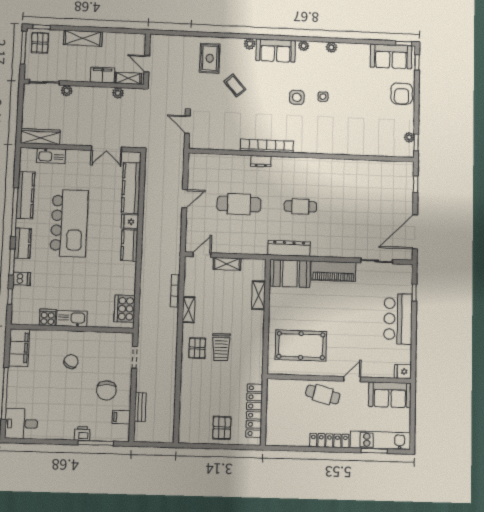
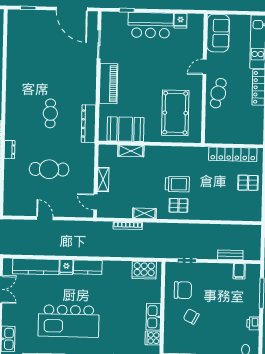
cafe table: (239, 204) -> (49, 169), turned 90
kitchen island: (69, 223) -> (69, 321), turned 180
booth: (290, 274) -> (125, 129), moved, turned 90
fridge: (403, 372) -> (181, 21), moved
door: (352, 379) -> (205, 67), hinge flipped
chair: (106, 390) -> (183, 290), moved
printer: (82, 433) -> (253, 323), moved

